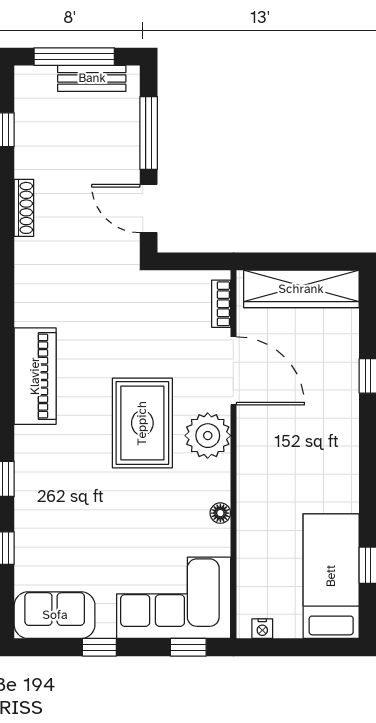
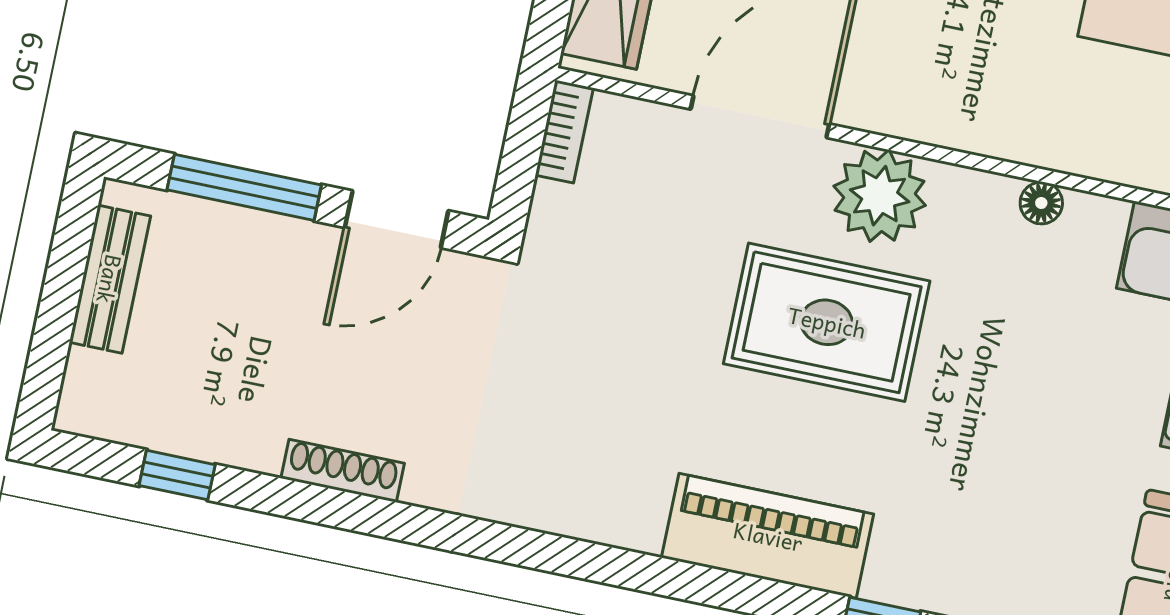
window: (74, 57) -> (59, 305), removed
bookcase: (221, 304) -> (564, 132), moved, turned -90
piano: (35, 376) -> (768, 536), moved

